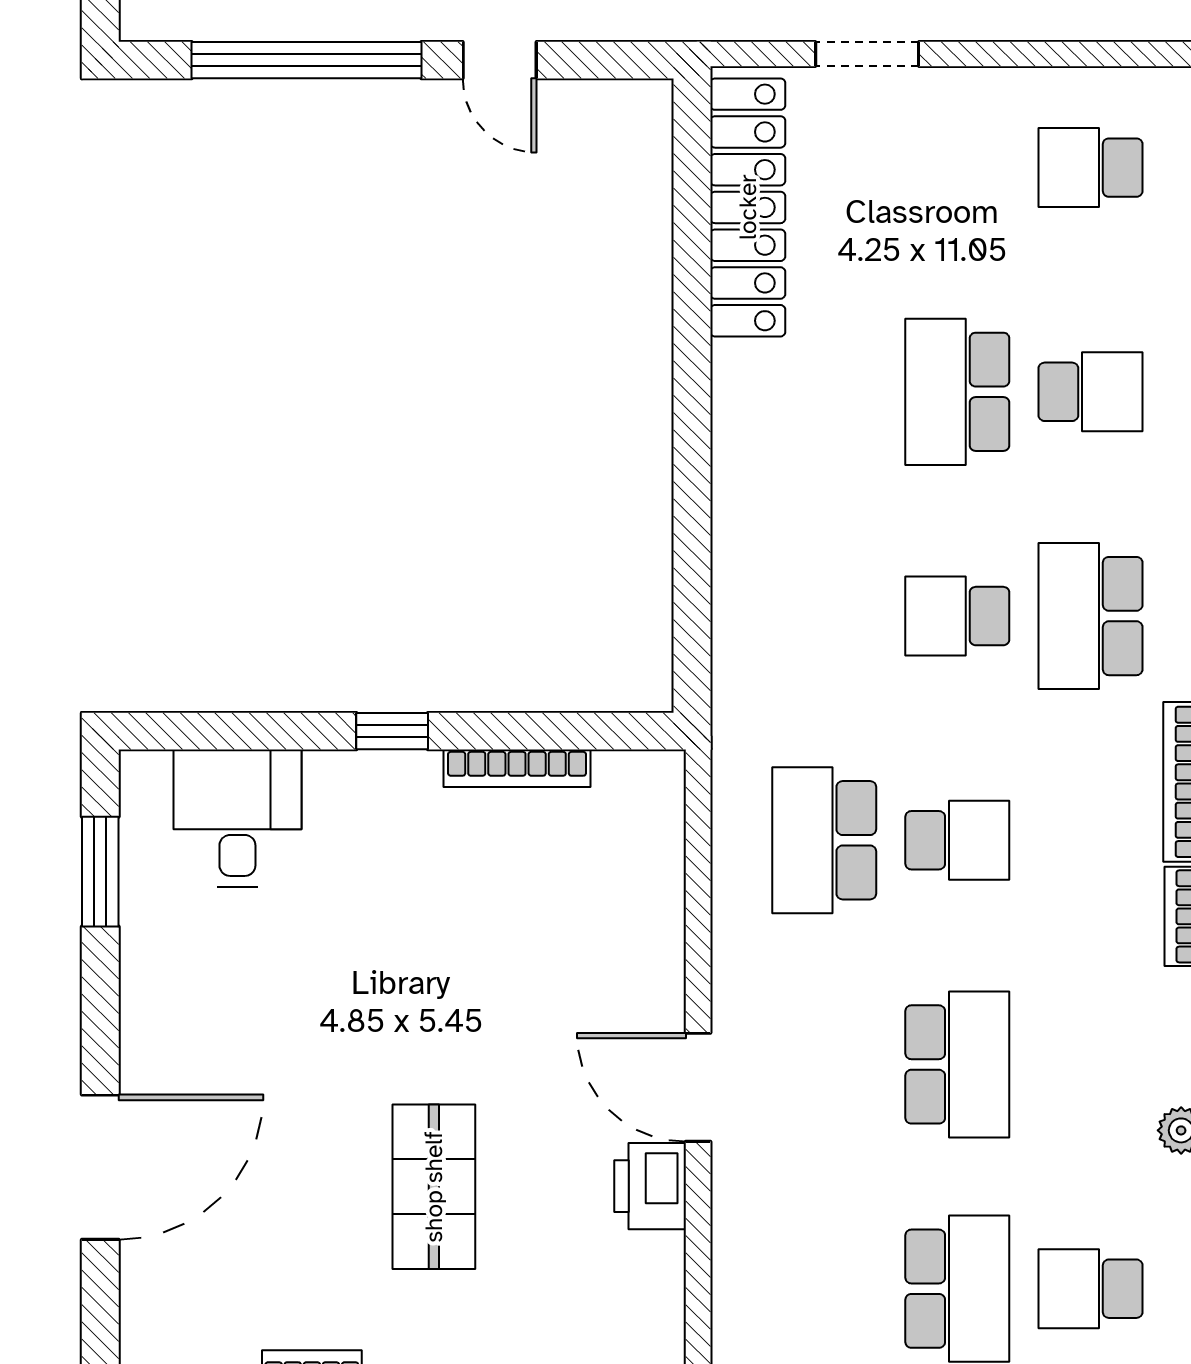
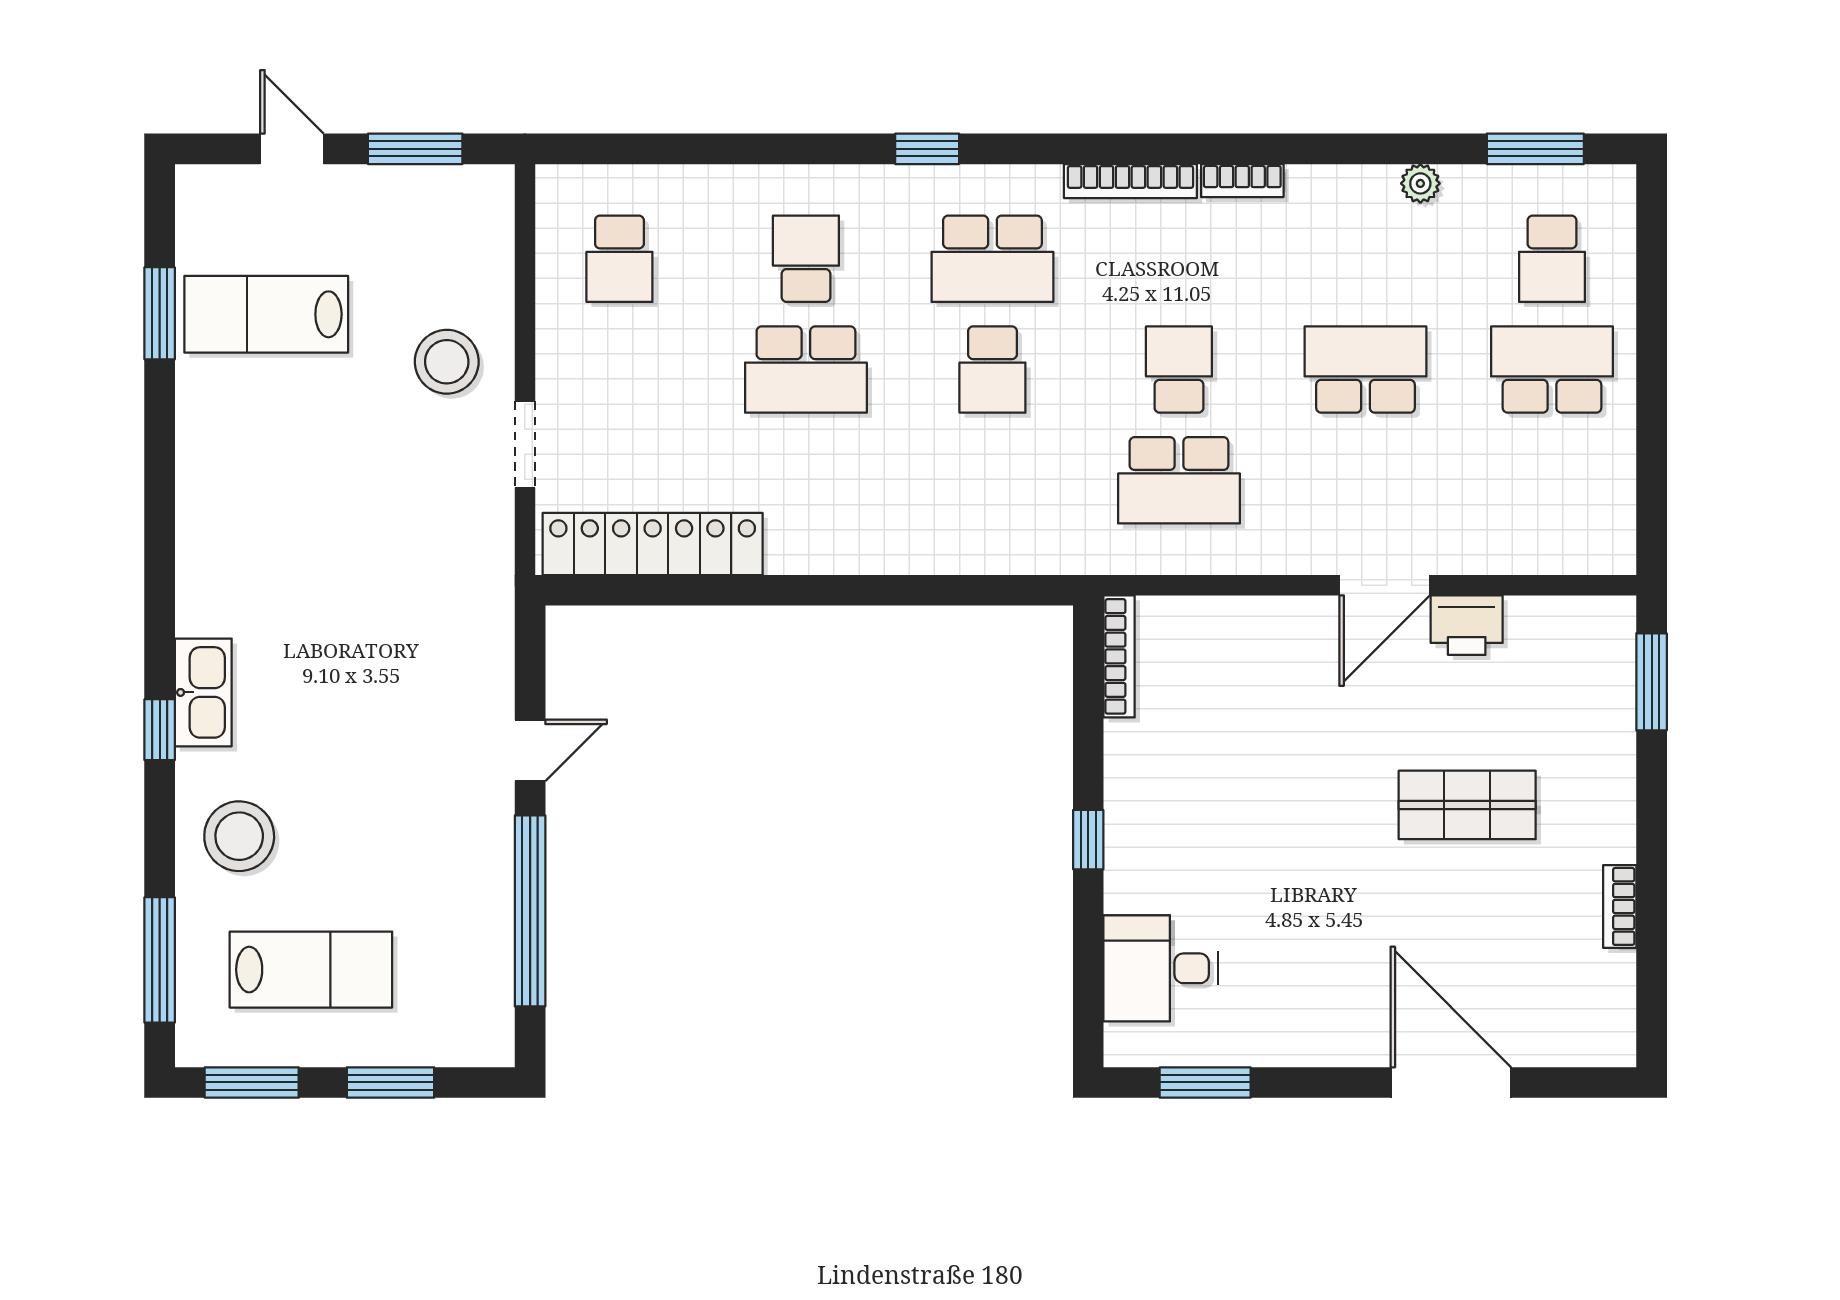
bookcase: (517, 768) -> (1119, 656), moved

